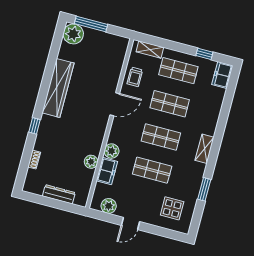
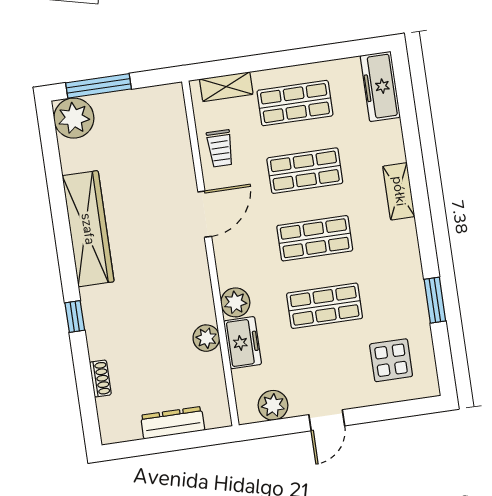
window: (204, 54) -> (330, 52), removed
freezer: (222, 75) -> (380, 86), width x1.40
shelving: (204, 149) -> (399, 191), moved

